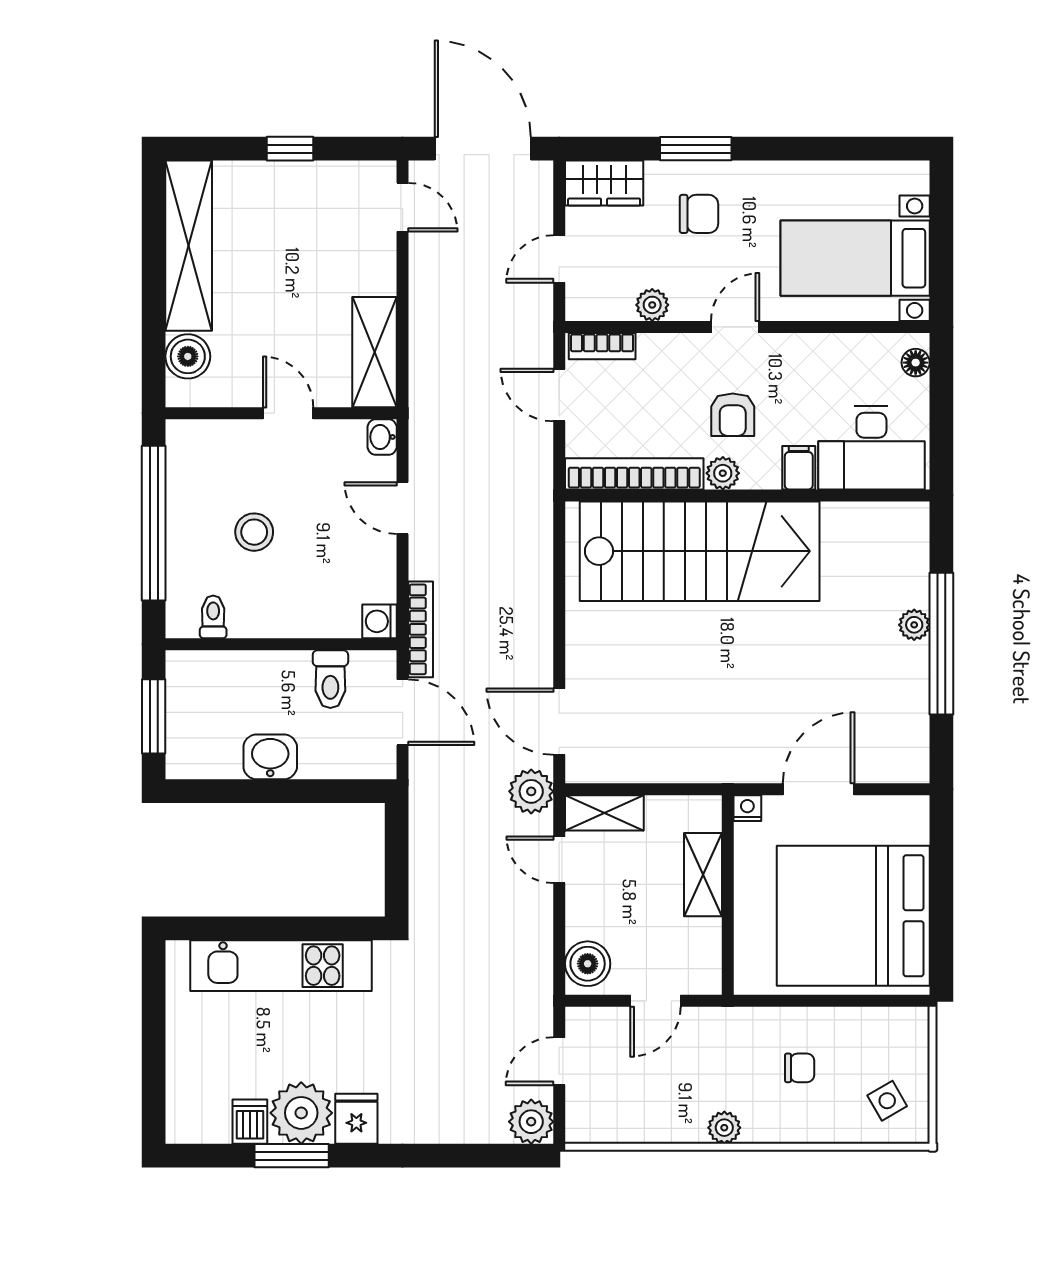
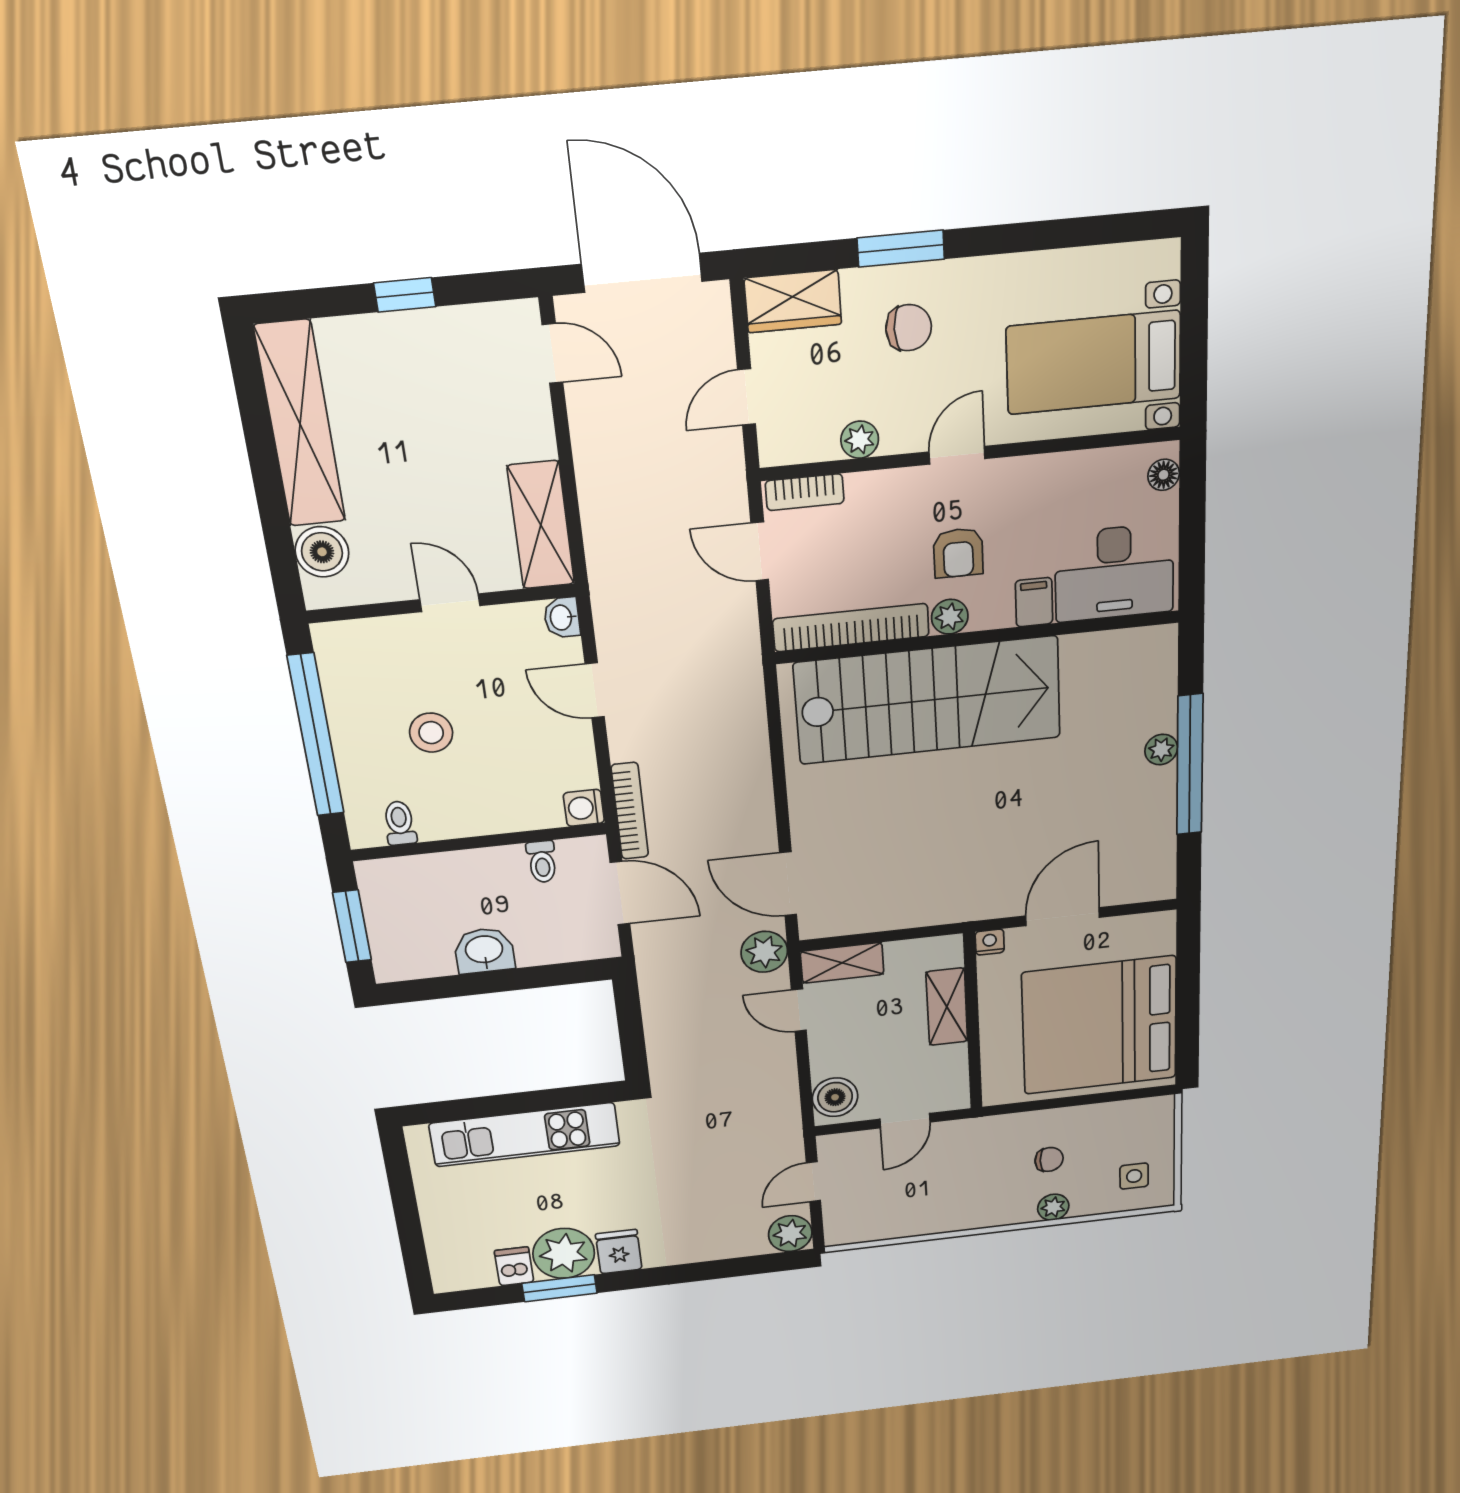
toilet: (330, 679) -> (542, 862), width x0.73, depth x0.72
side table: (887, 1101) -> (1134, 1176), turned 30
plant: (724, 1128) -> (1053, 1207), moved

